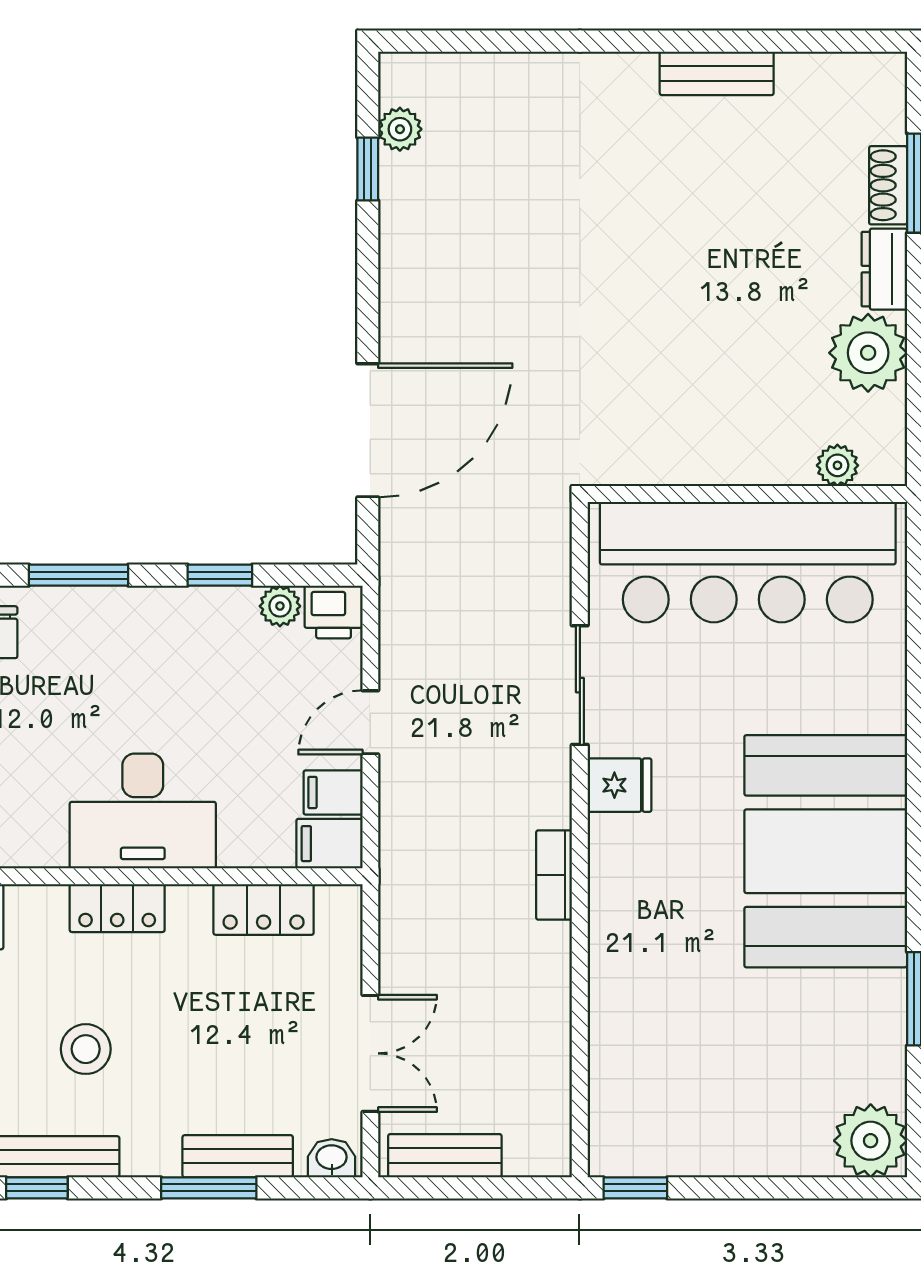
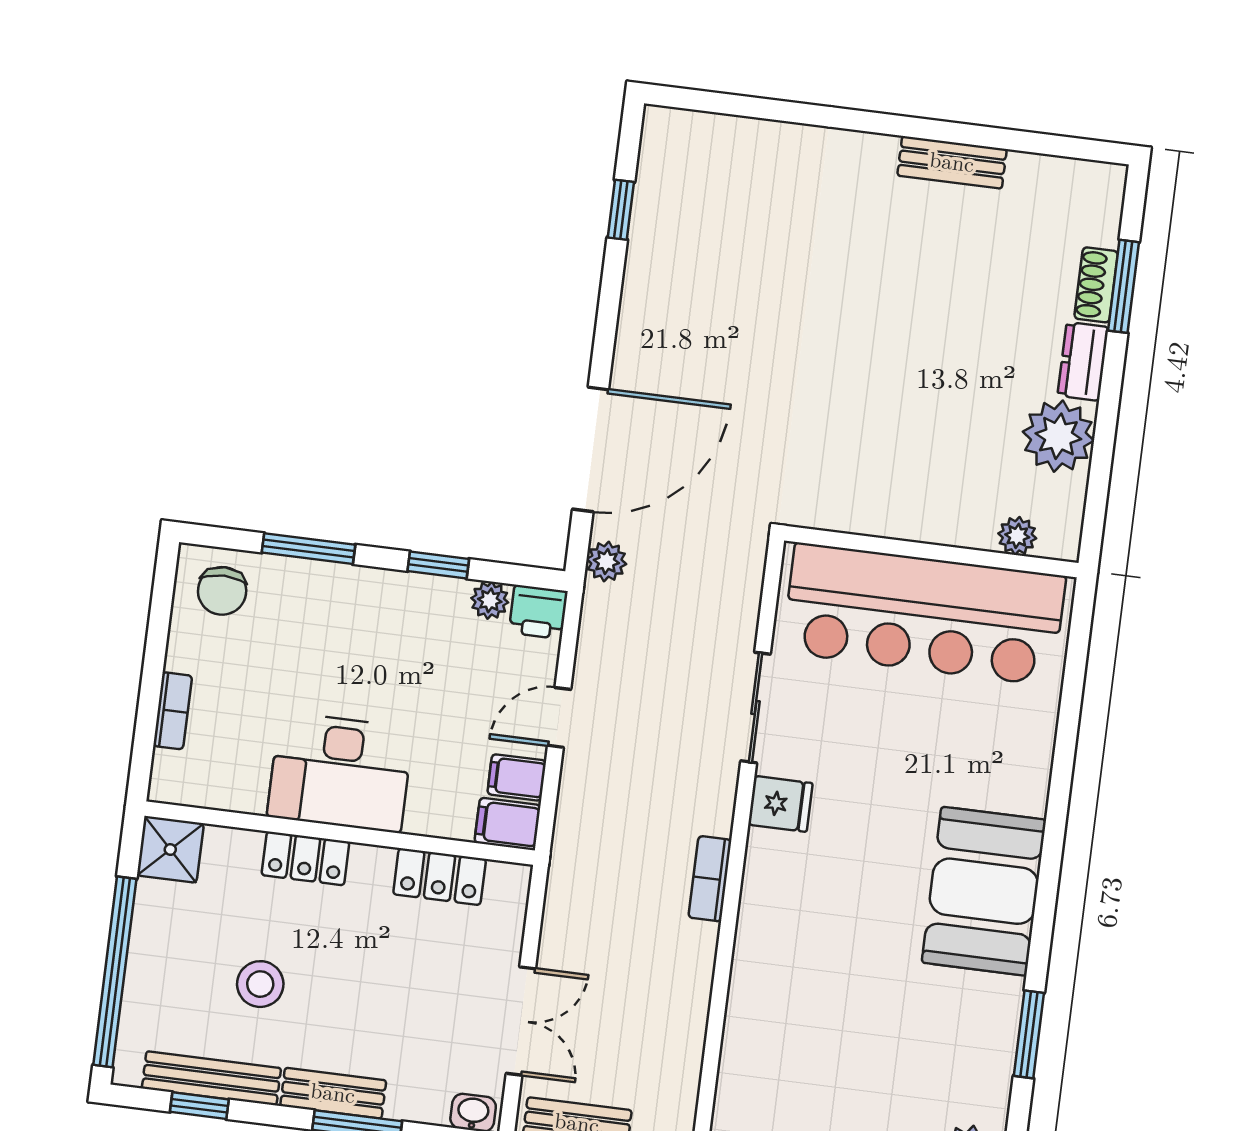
plant: (400, 129) -> (606, 561), moved
booth: (826, 851) -> (984, 891), width x0.73, depth x0.70
bench: (238, 1156) -> (333, 1093), moved

